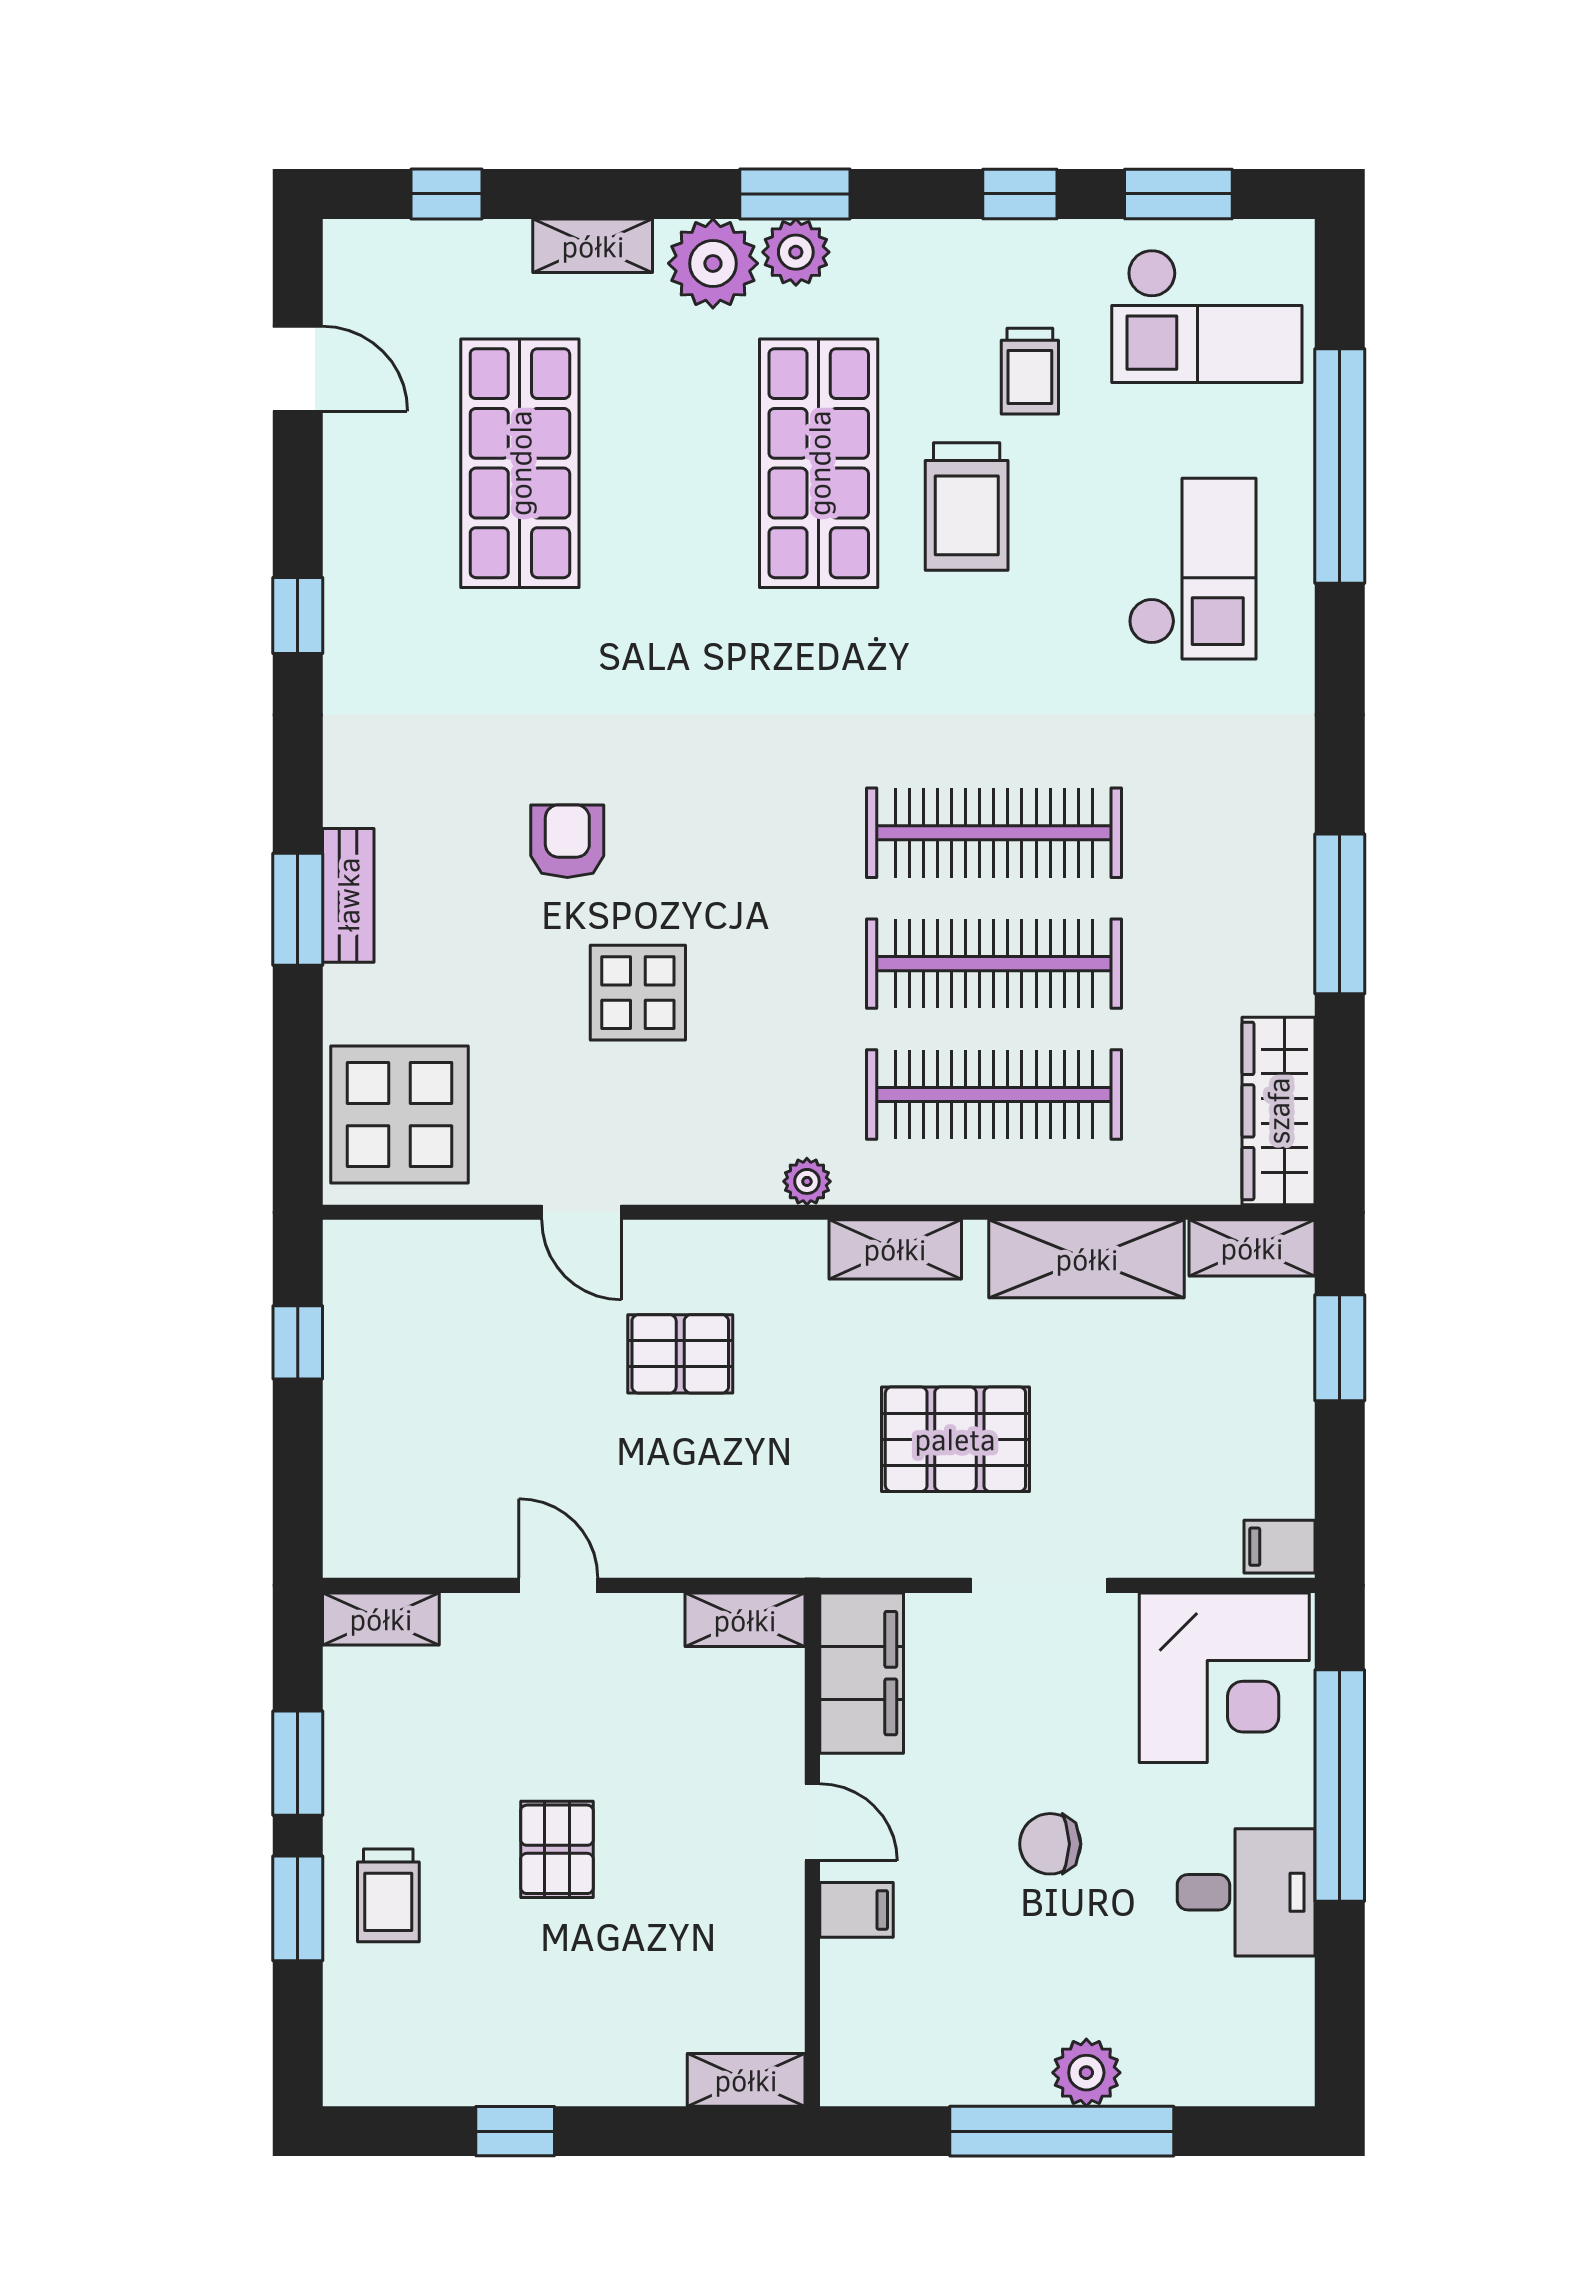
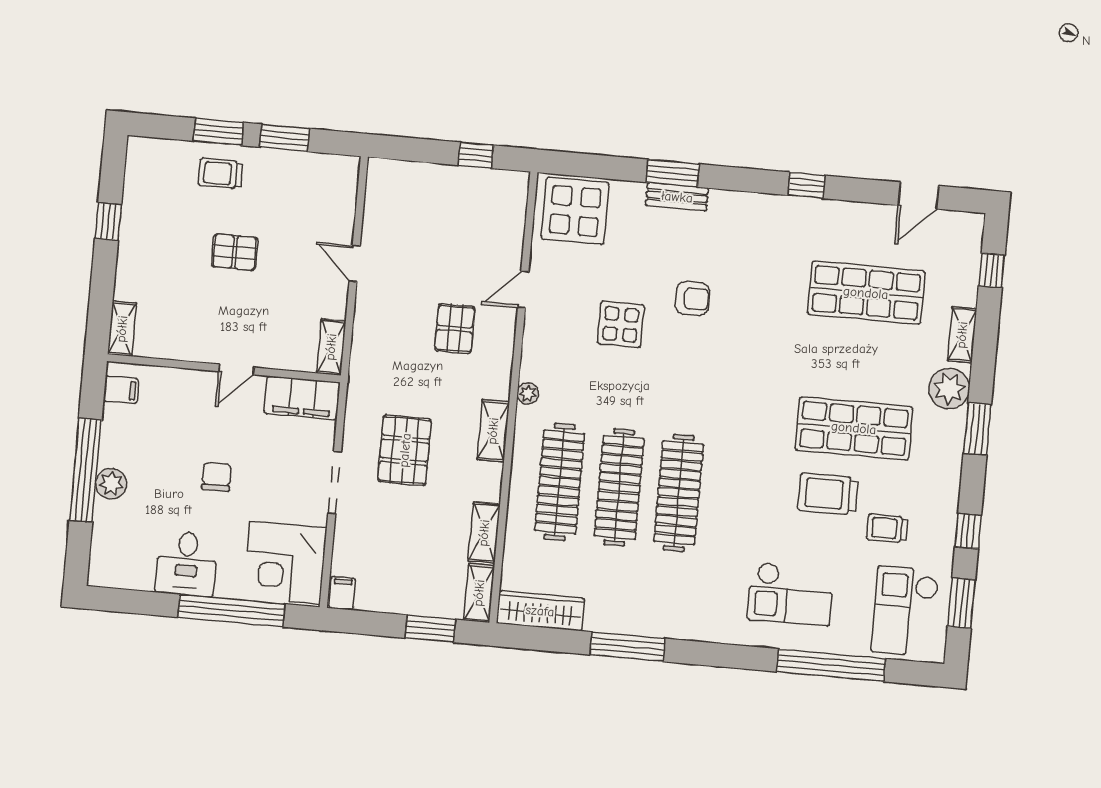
plant: (796, 252) -> (951, 427), removed
shelving: (1087, 1259) -> (484, 533), width x0.67, depth x0.75
door: (558, 1585) -> (355, 264), swing flipped
shelving: (381, 1619) -> (347, 182), removed
filing cabinet: (857, 1910) -> (121, 390), moved, turned -90

